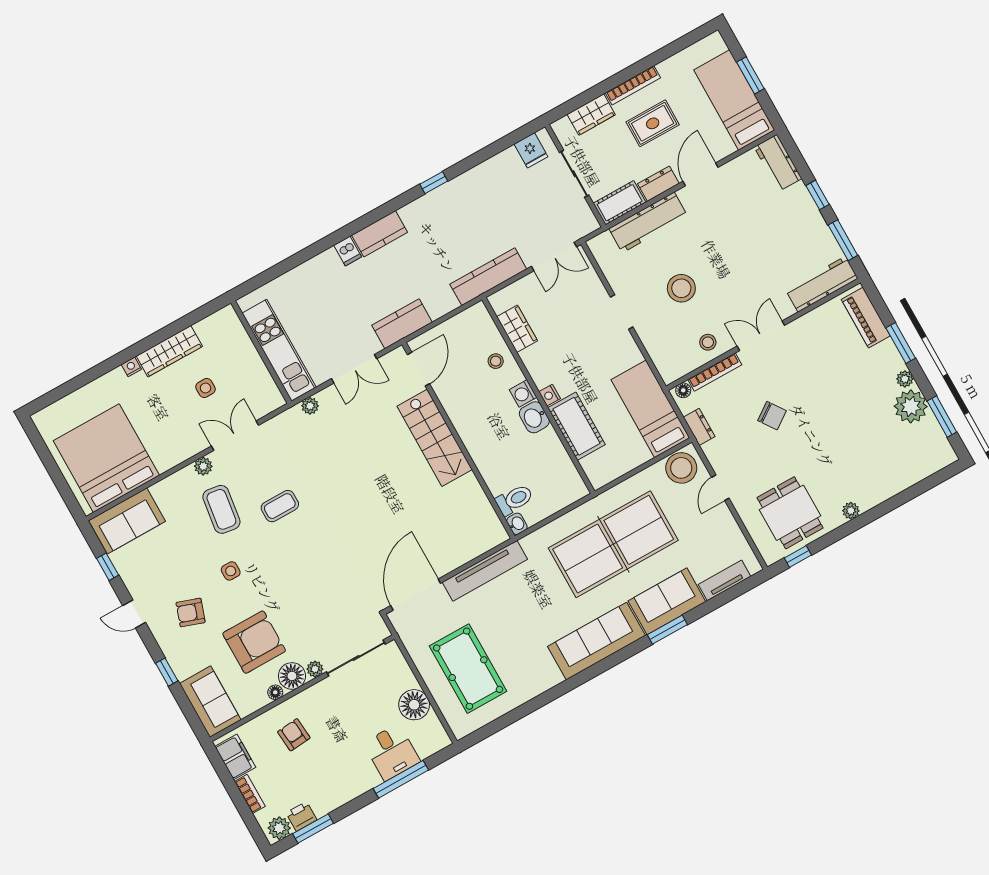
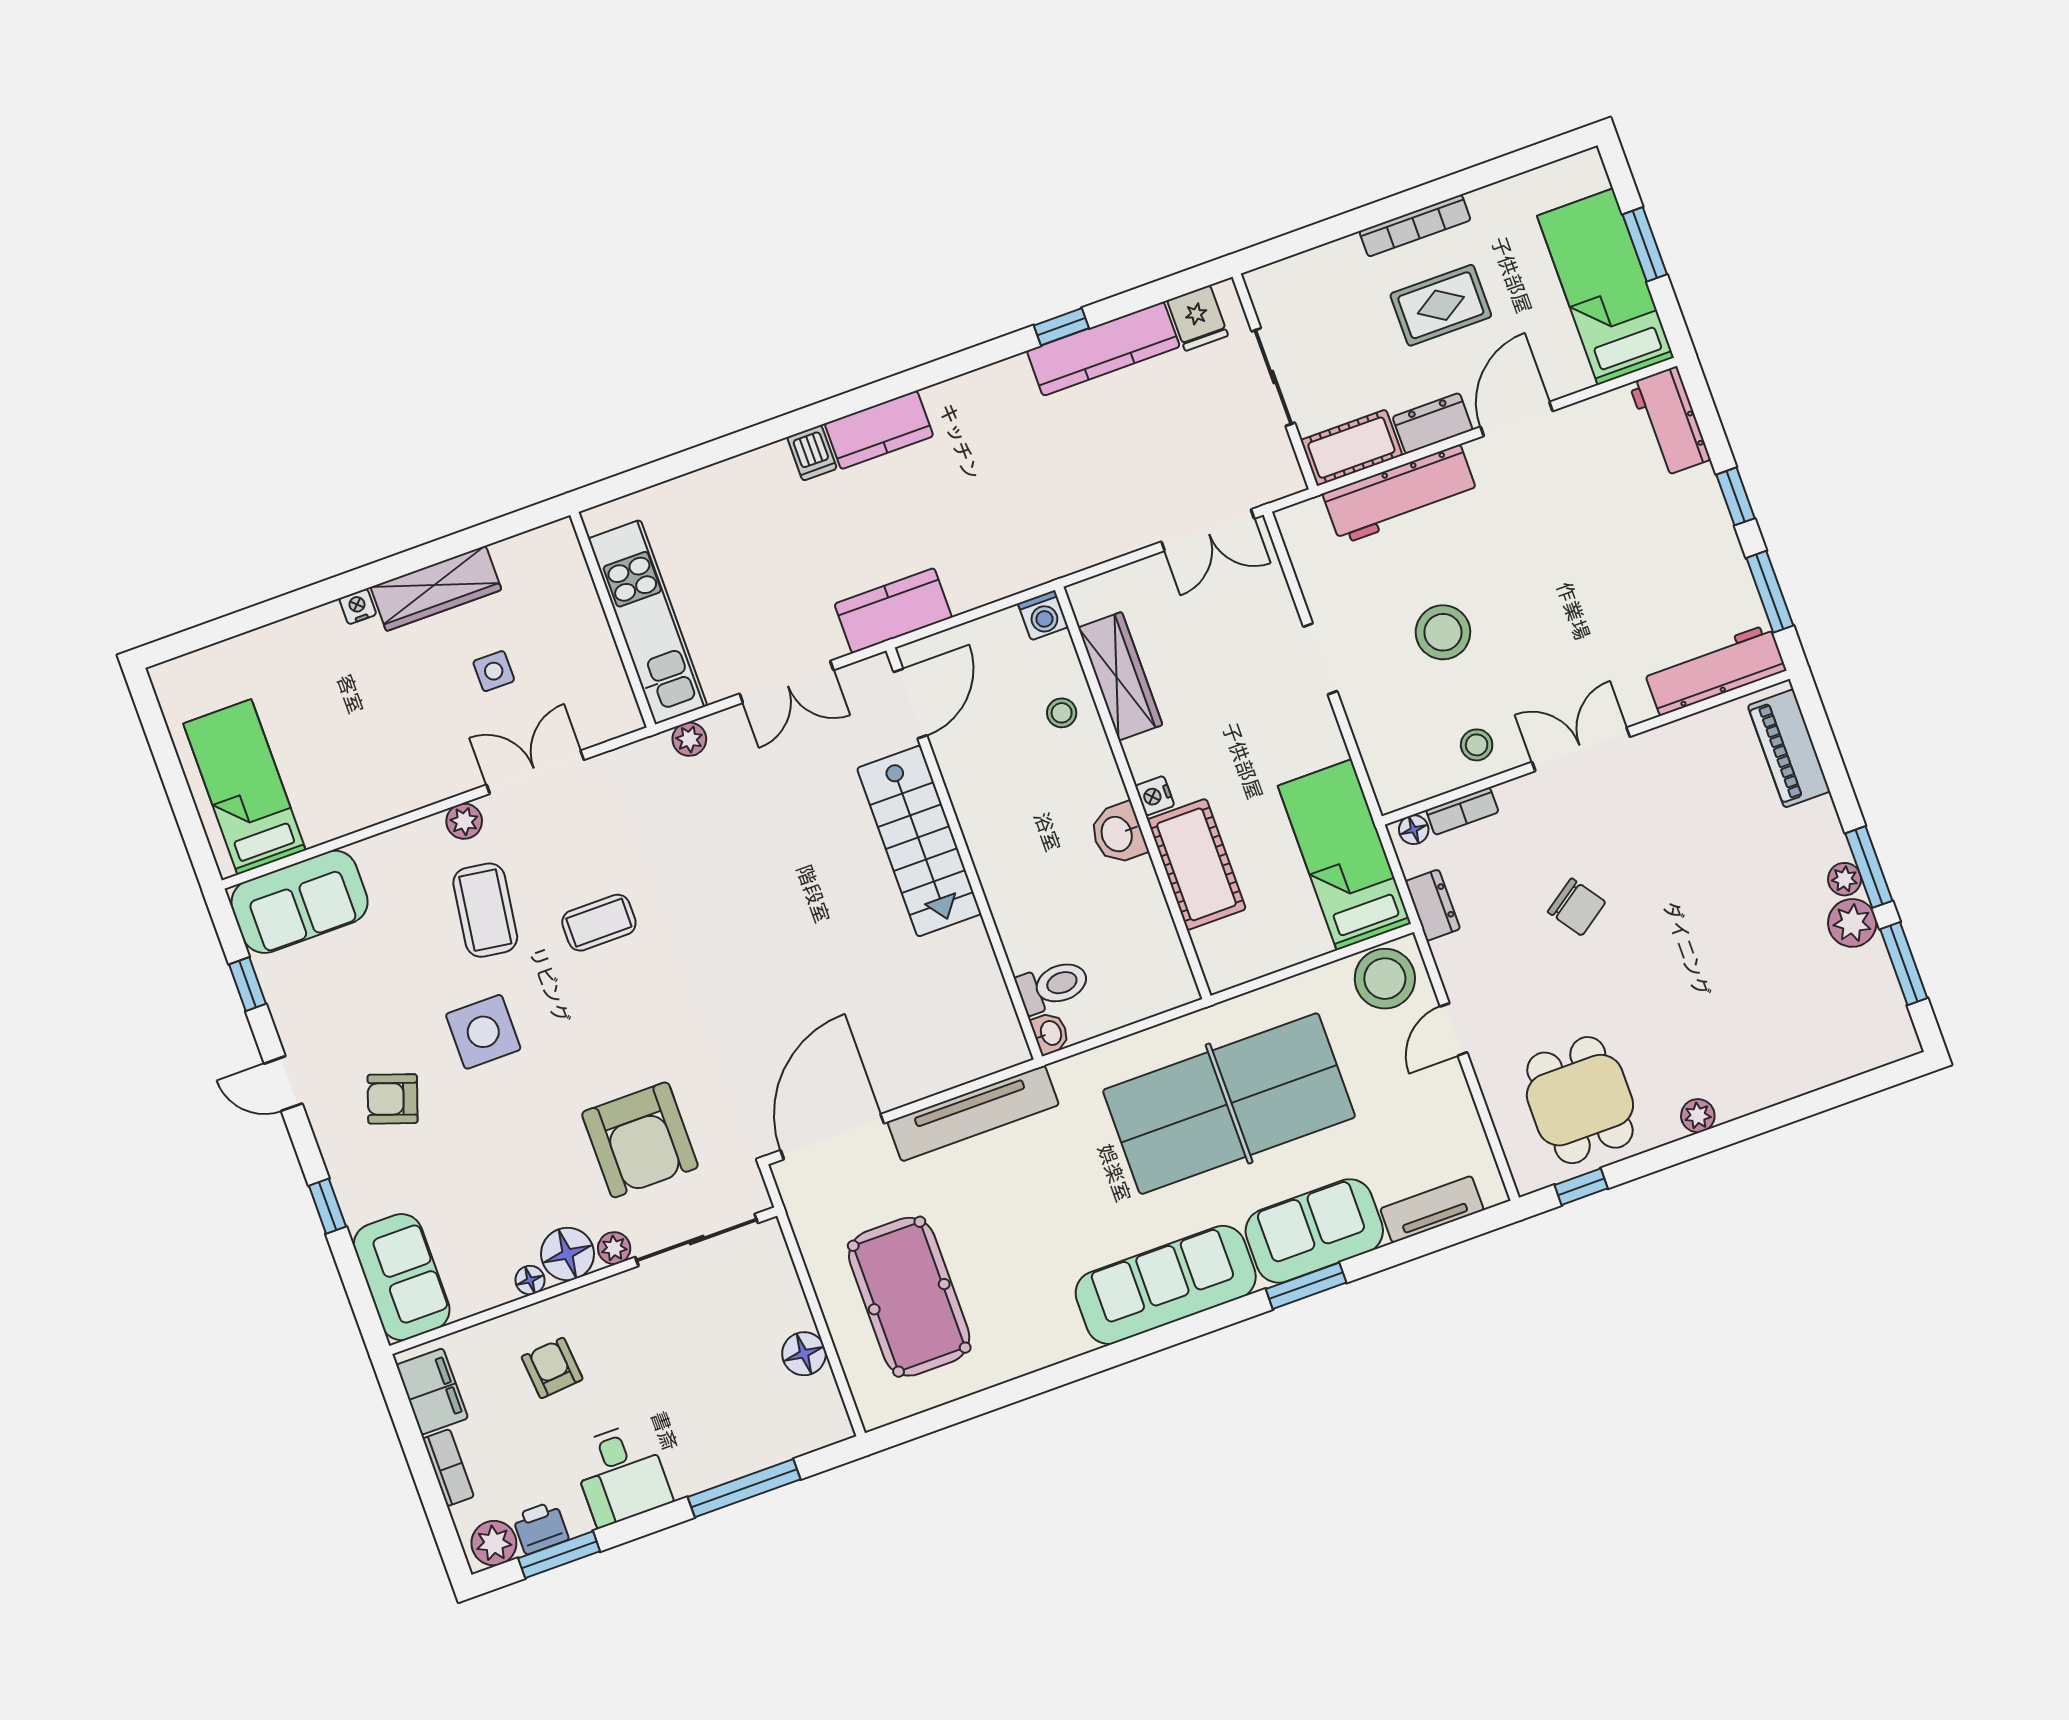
wardrobe: (591, 115) -> (1325, 268), removed
window: (434, 183) -> (1061, 327), moved
kitchen counter: (488, 277) -> (1103, 349), moved, turned 180
wardrobe: (517, 329) -> (1120, 676), width x1.50
window: (901, 343) -> (1869, 867), moved
bookcase: (715, 372) -> (1462, 811), width x0.64
washing machine: (523, 394) -> (1043, 615), moved, turned -90
plant: (911, 406) -> (1852, 923), width x0.73, depth x0.73
bed: (106, 458) -> (244, 787), width x0.49
side table: (231, 571) -> (483, 1032), width x1.87, depth x1.87
armchair: (254, 642) -> (640, 1140), moved, turned 90
floor lamp: (414, 705) -> (804, 1354), width x0.73, depth x0.73
desk: (392, 752) -> (621, 1474), moved

